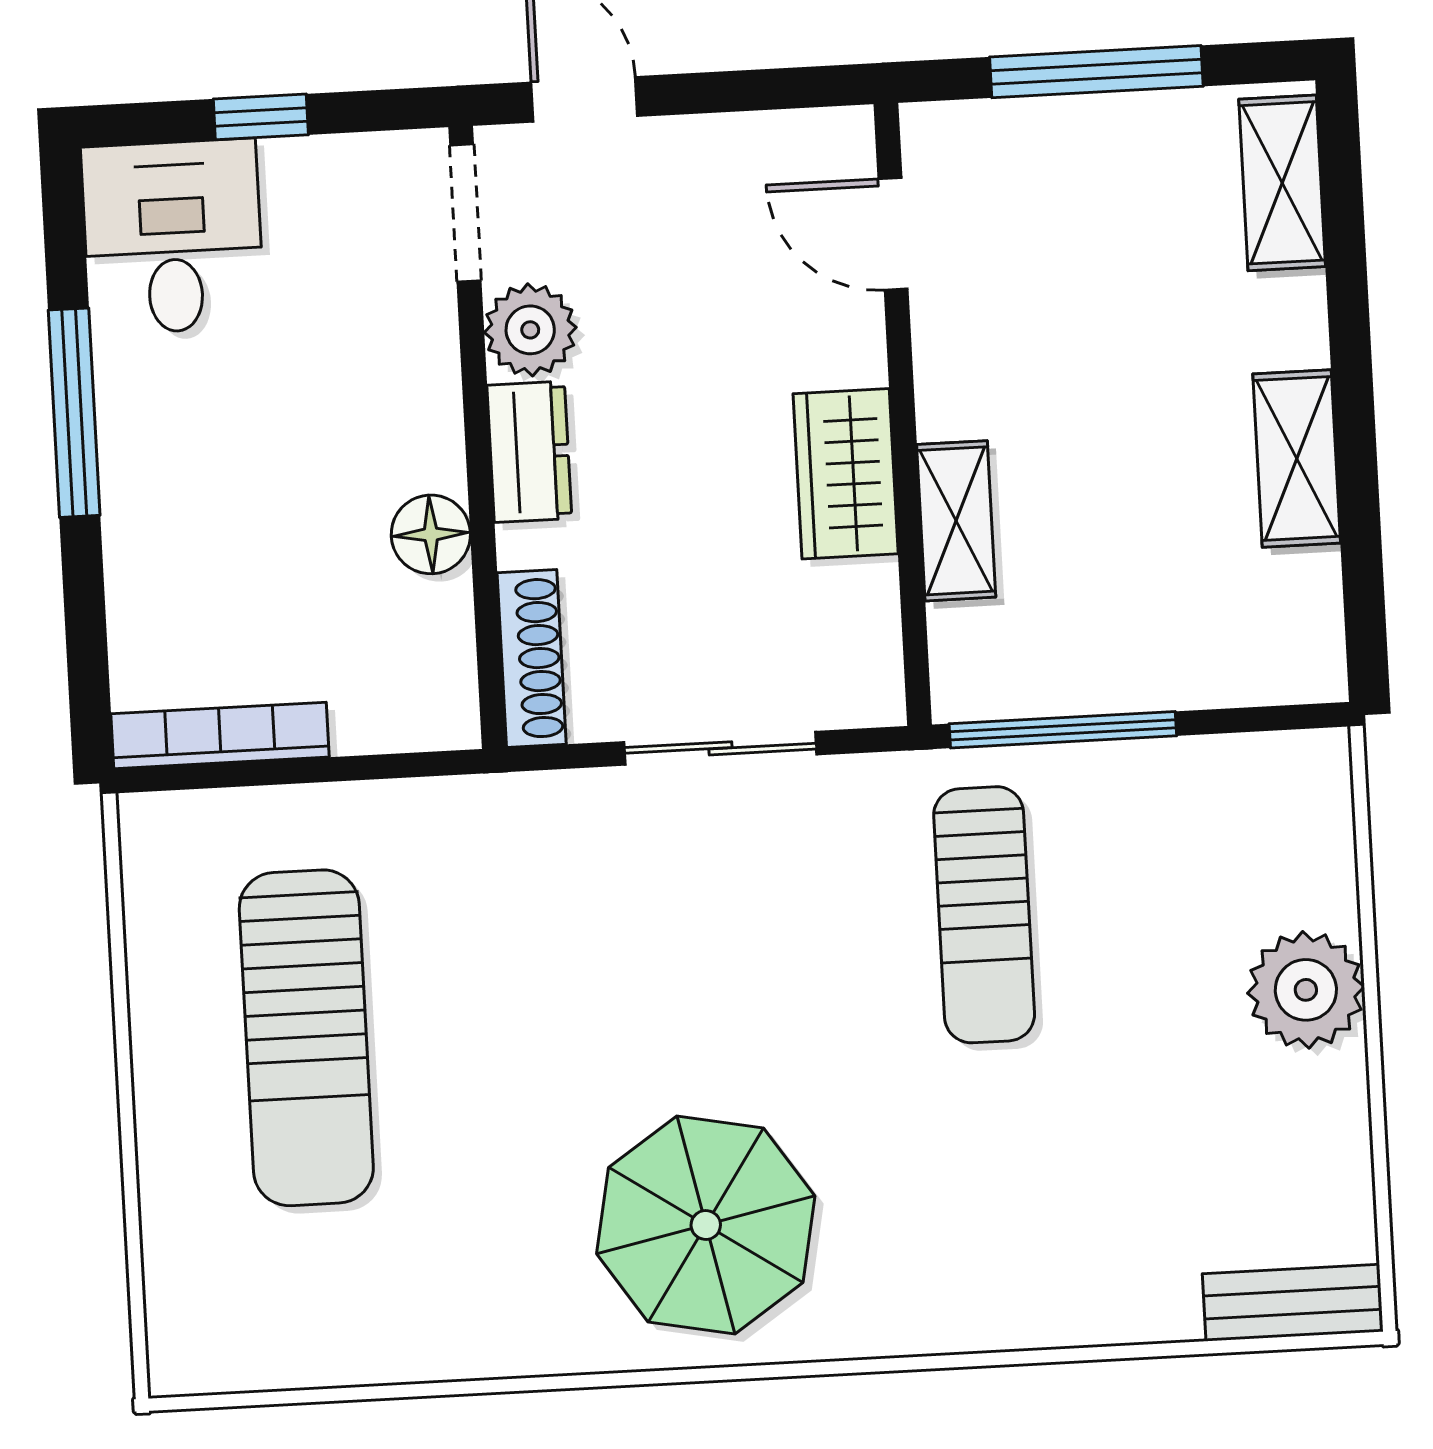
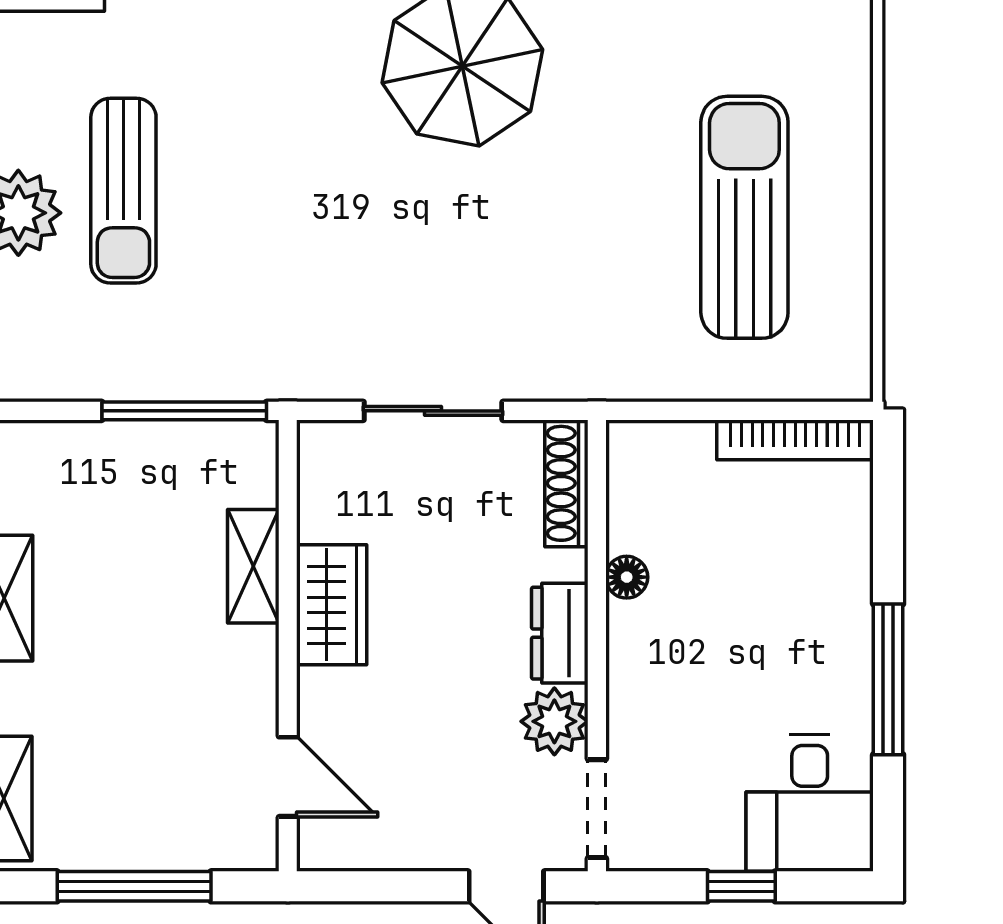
floor lamp: (431, 534) -> (627, 577), width x0.73, depth x0.73
sun lounger: (984, 915) -> (123, 191), moved, turned 180

